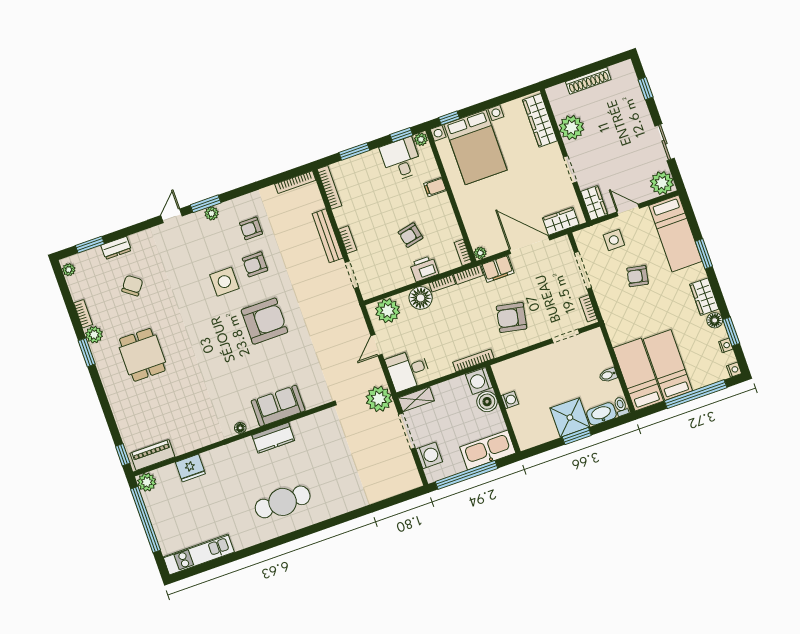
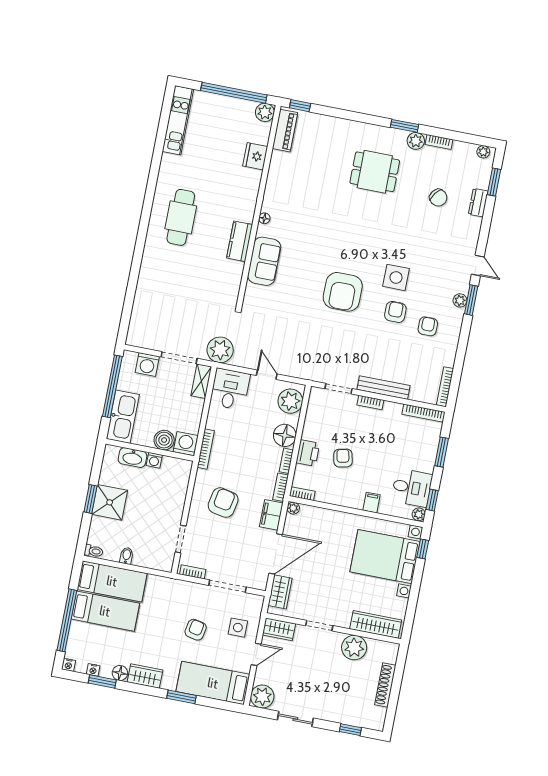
washbasin: (601, 414) -> (132, 458), moved, turned 90

